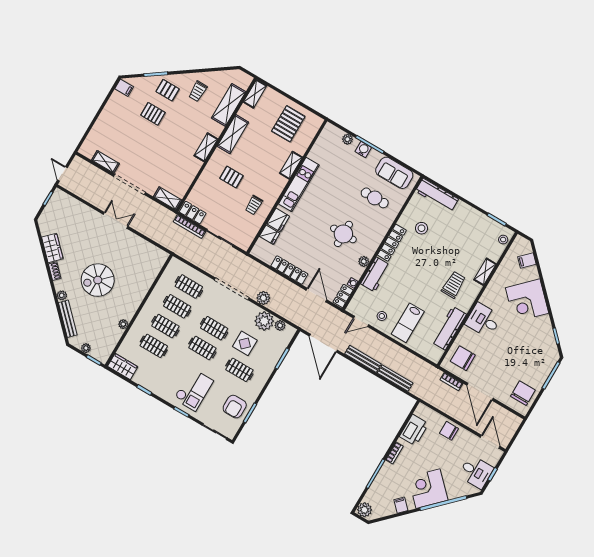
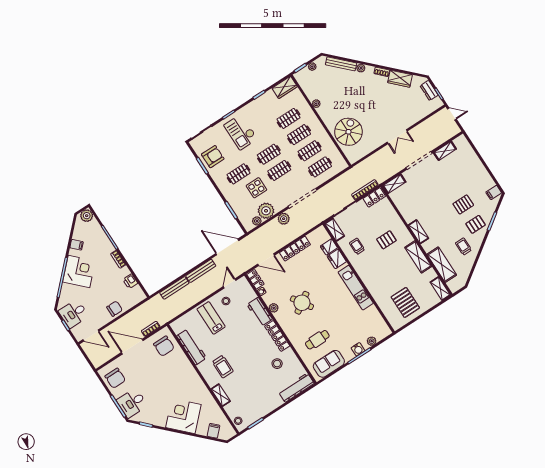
shelving: (291, 165) -> (335, 230), moved
dresser: (49, 211) -> (429, 90), added
round table: (343, 234) -> (302, 303), turned -33
spiral stairs: (98, 280) -> (348, 132), moved
desk: (483, 320) -> (132, 403), moved, turned 180
chair: (463, 358) -> (164, 346), turned 90
armchair: (235, 407) -> (213, 157), turned 90
printer: (414, 430) -> (130, 281), width x0.53, depth x0.68

